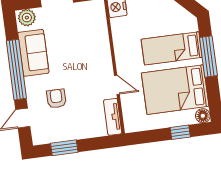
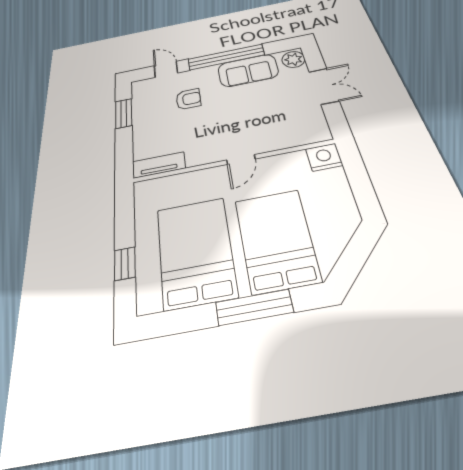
bed: (172, 48) -> (276, 240), width x1.50
door: (117, 85) -> (241, 160), moved
floor lamp: (203, 116) -> (148, 301), removed

